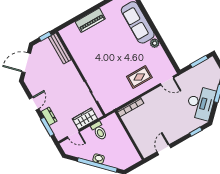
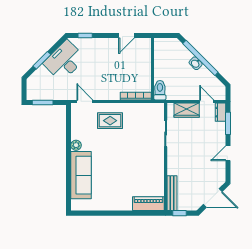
piano: (90, 20) -> (148, 204), moved
dresser: (49, 116) -> (220, 112), moved
toilet: (99, 131) -> (160, 90), moved

